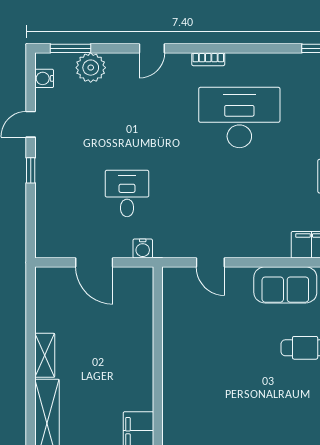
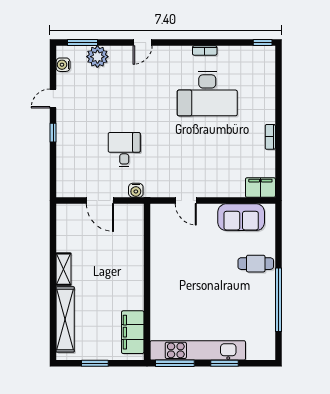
bookcase: (208, 59) -> (205, 50), moved
desk: (239, 117) -> (207, 94), turned 180

